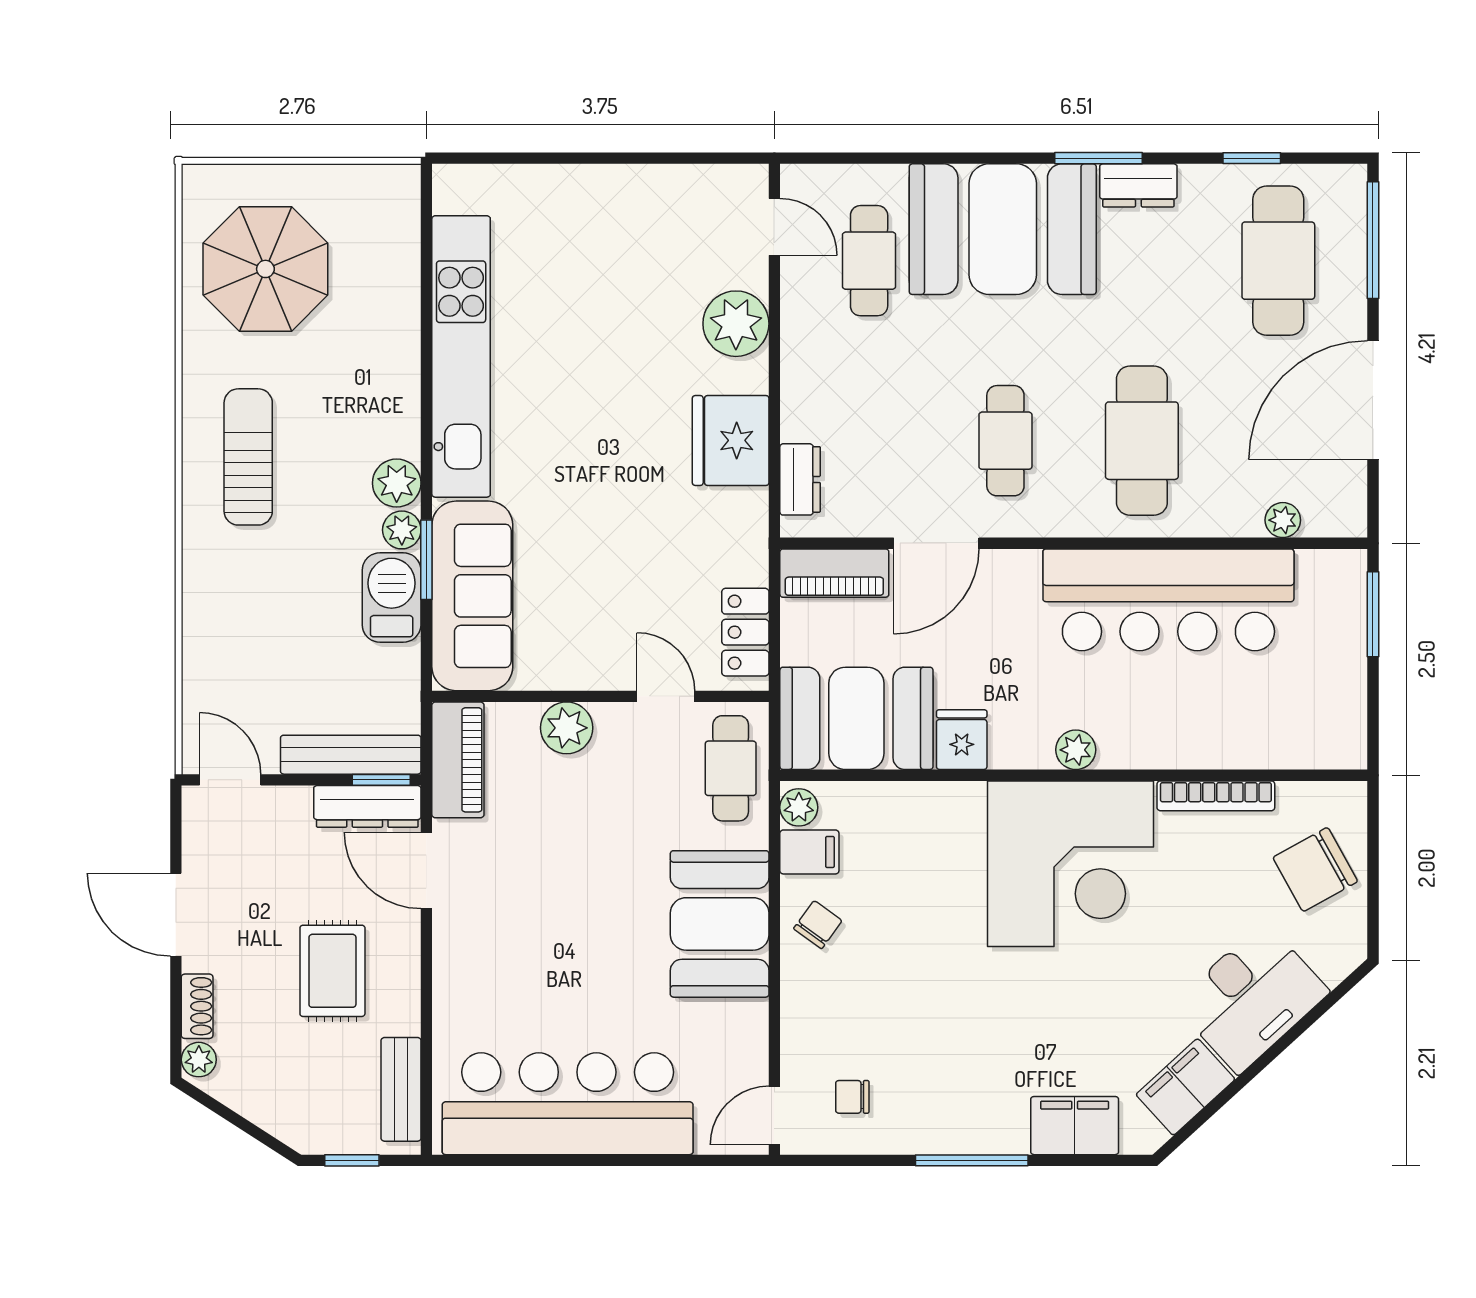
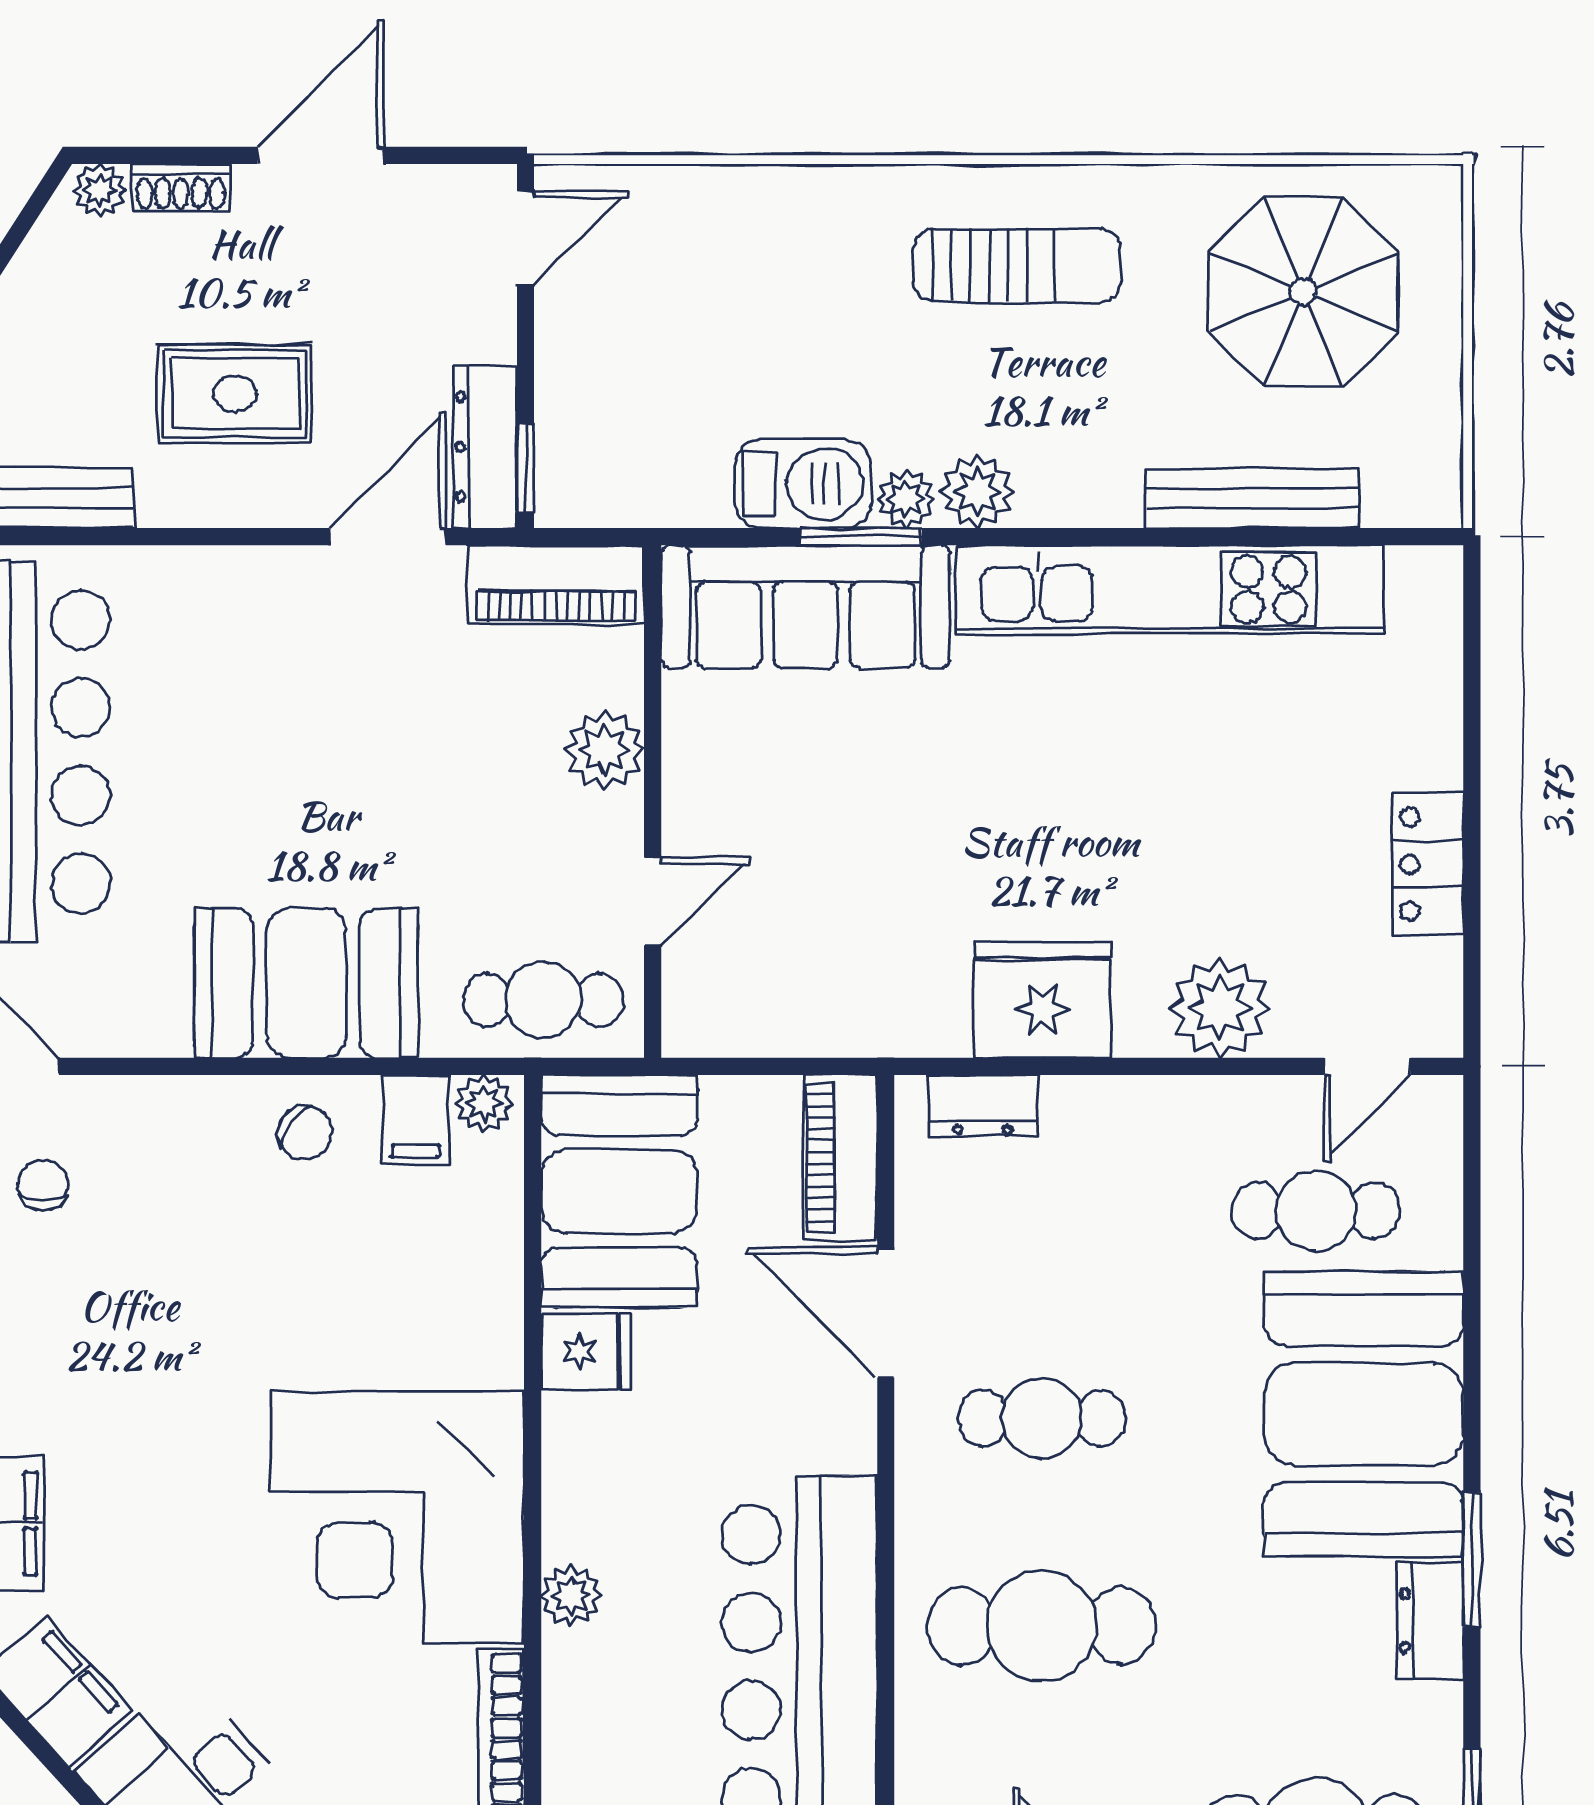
locker: (745, 632) -> (1428, 864), moved, turned -90
plant: (1076, 750) -> (571, 1595), moved
bench: (351, 755) -> (1252, 498), moved, turned 90

